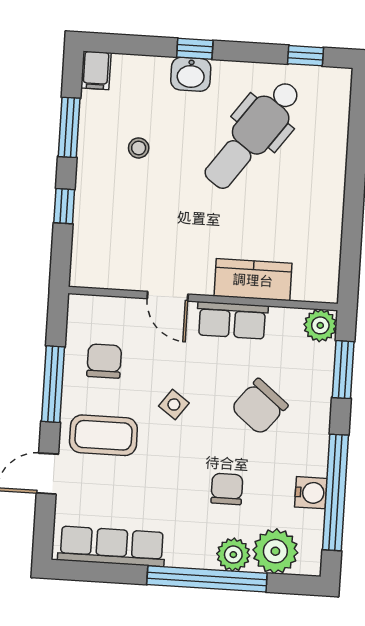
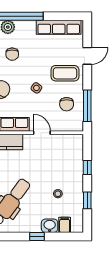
filing cabinet: (96, 70) -> (65, 225), moved
washbasin: (191, 74) -> (50, 226), moved
window: (69, 127) -> (87, 200), width x0.67
window: (53, 384) -> (87, 106), moved

